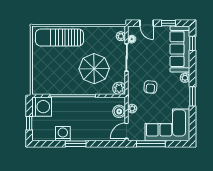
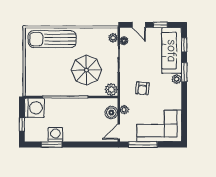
window: (193, 96) -> (184, 72), moved
window: (76, 144) -> (52, 145), moved

